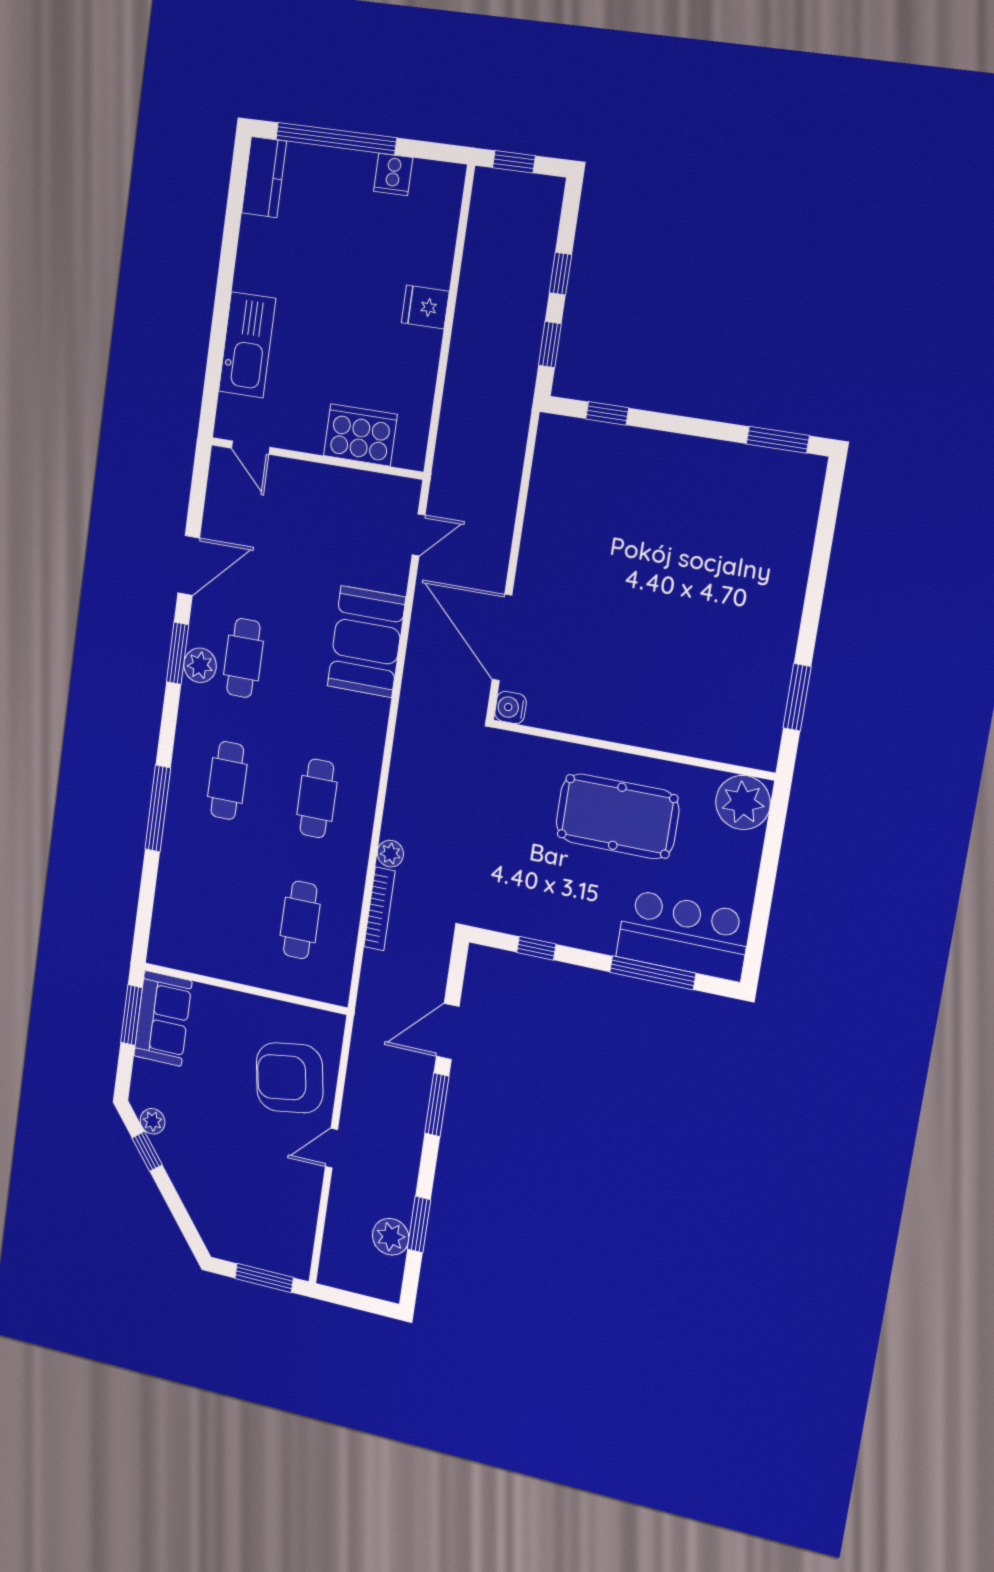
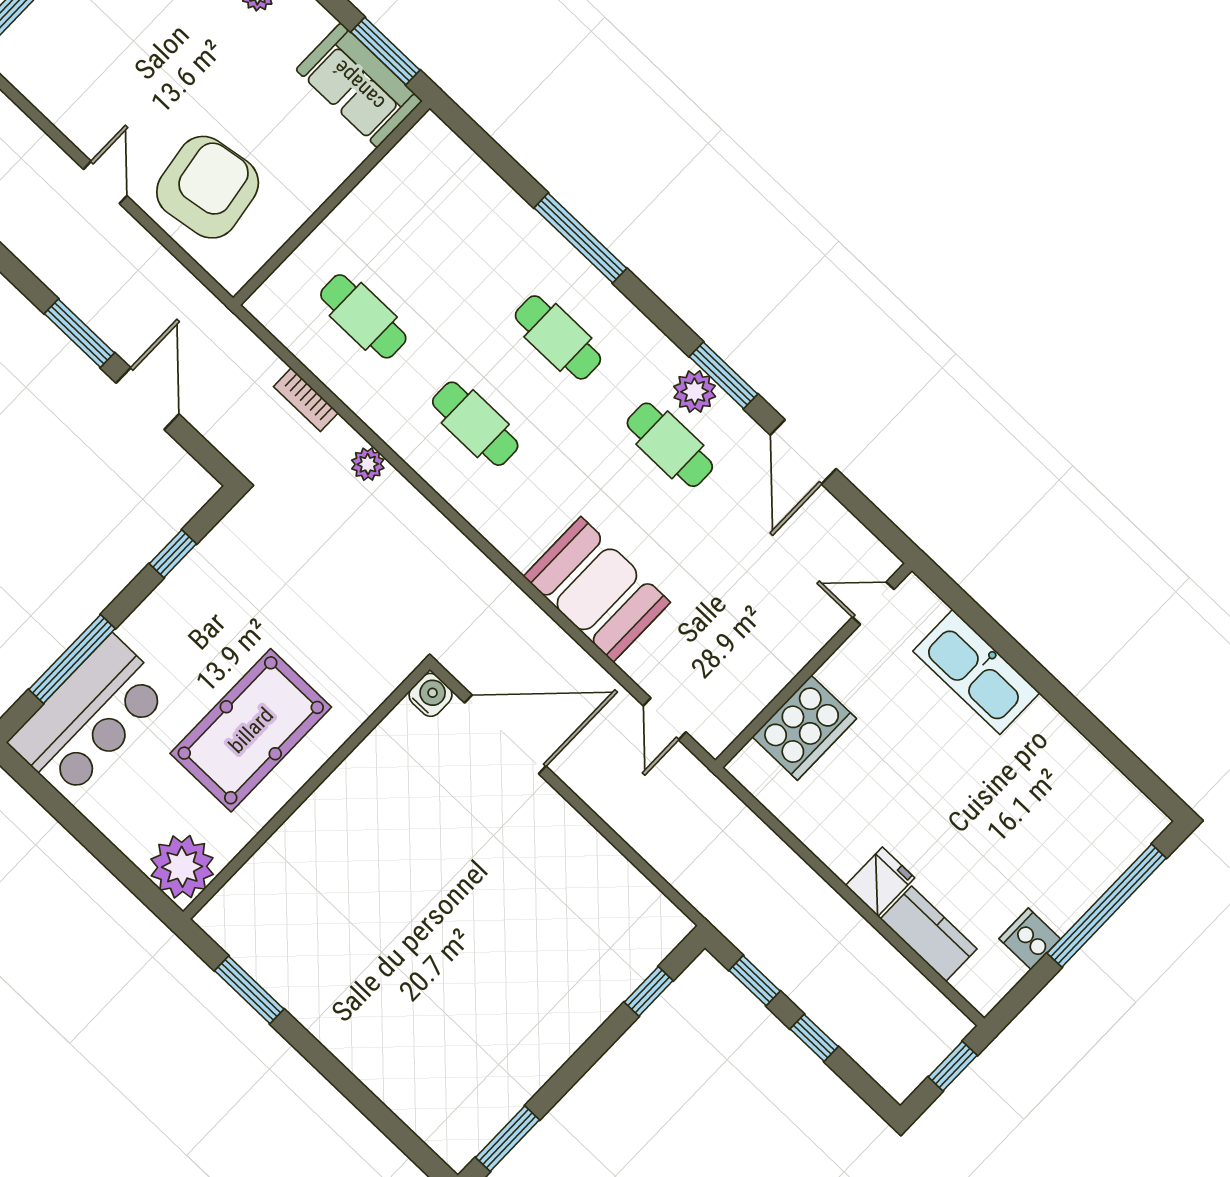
kitchen counter: (264, 177) -> (929, 934), moved, turned 180
bookcase: (379, 909) -> (306, 400), width x0.64

